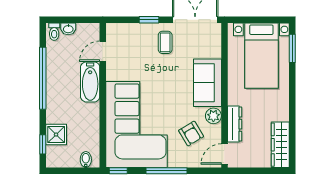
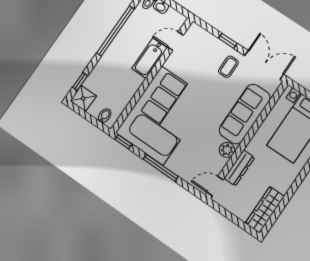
sofa: (208, 83) -> (245, 114), width x1.36
armchair: (191, 134) -> (200, 152), removed
shower: (56, 135) -> (83, 98), moved

